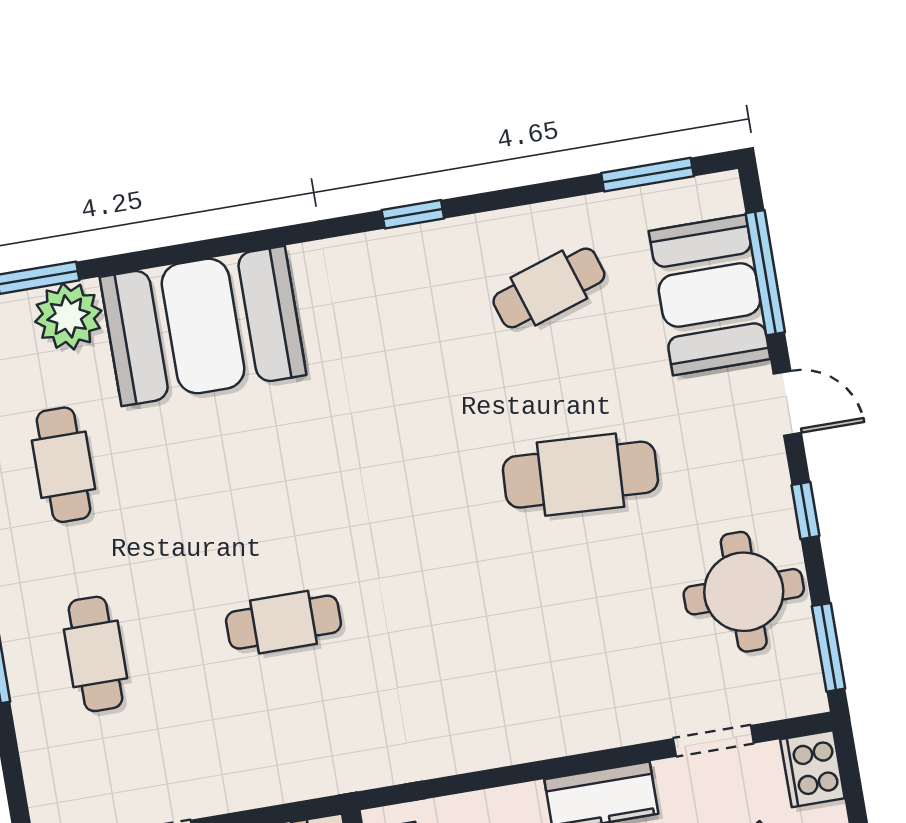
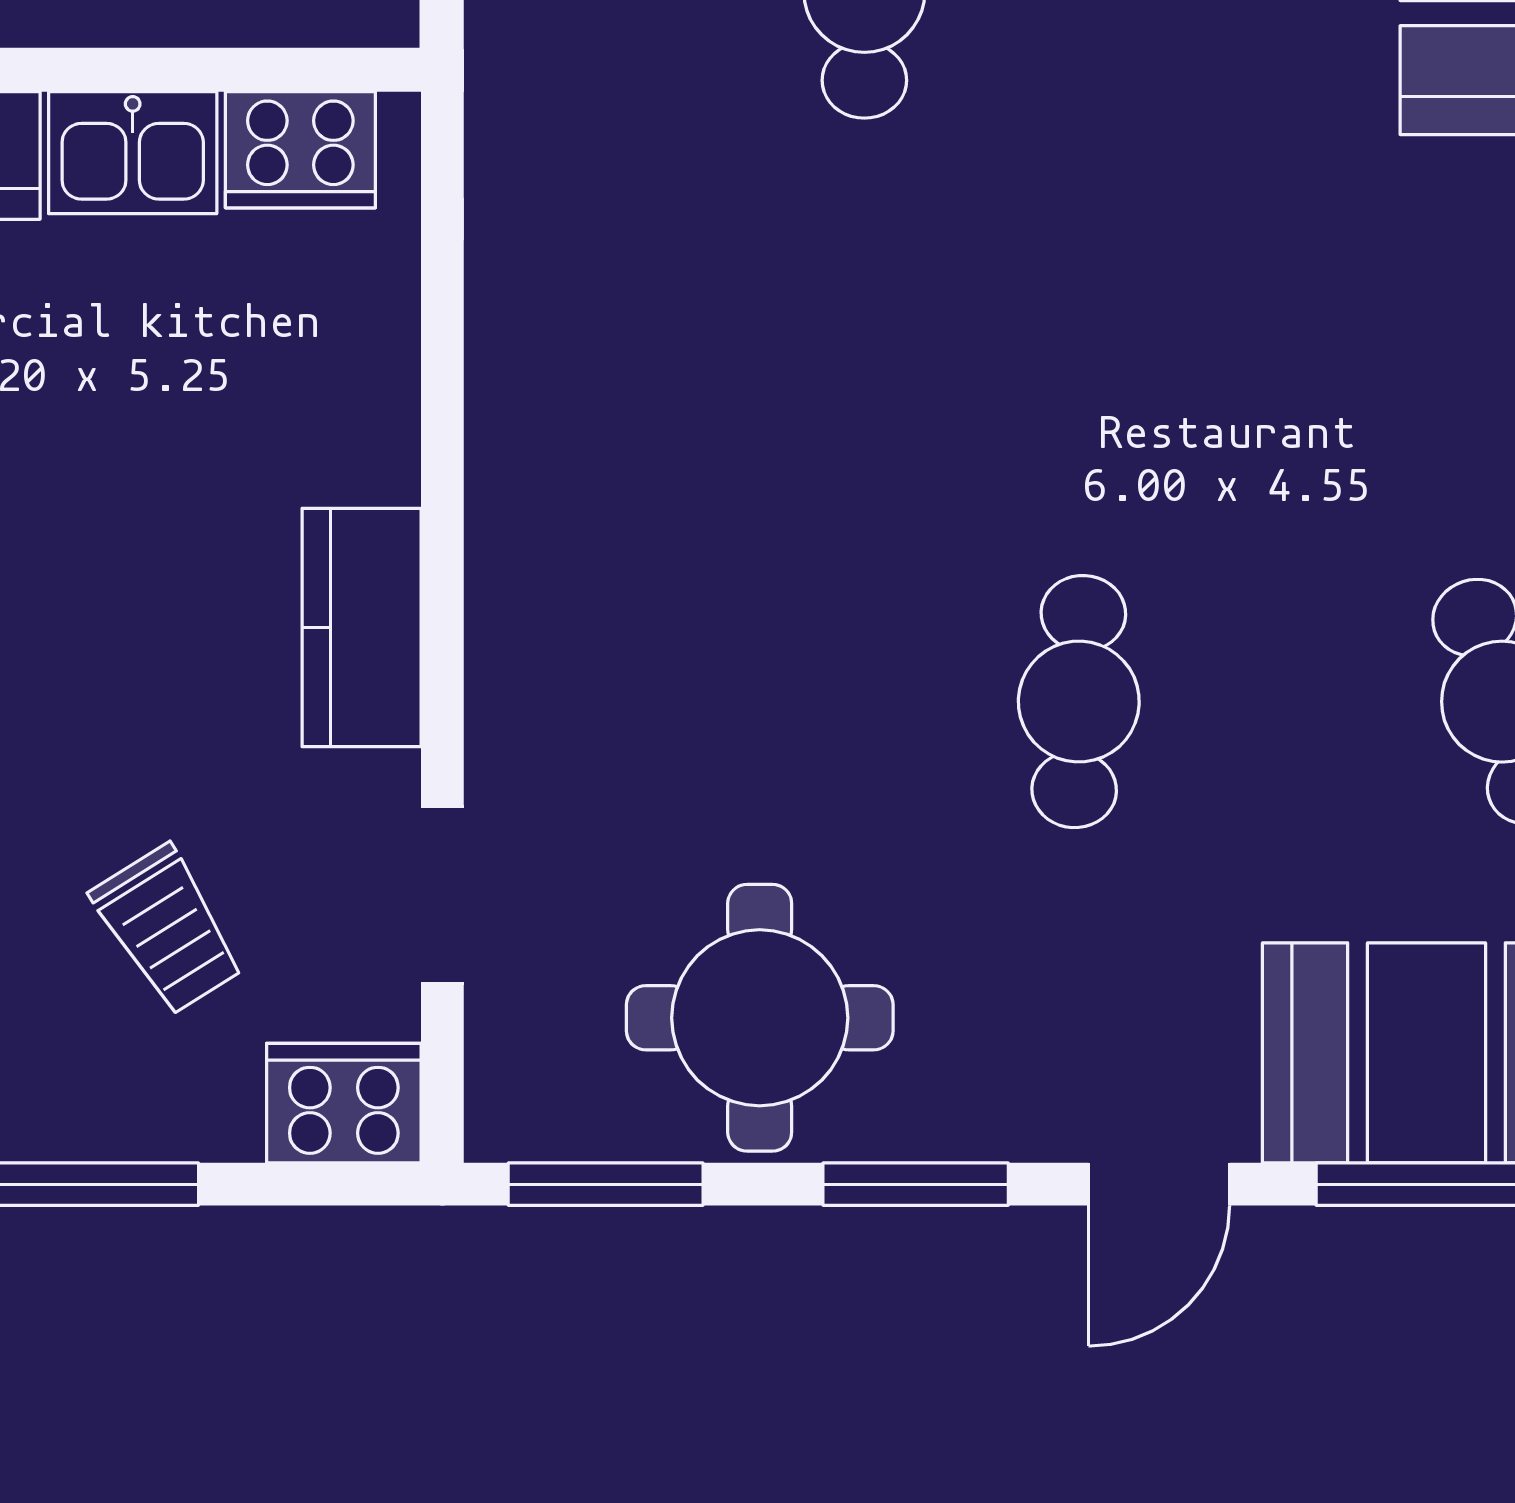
cafe table: (580, 475) -> (1079, 702), width x0.73, depth x0.74
window: (805, 511) -> (916, 1184), width x1.50

